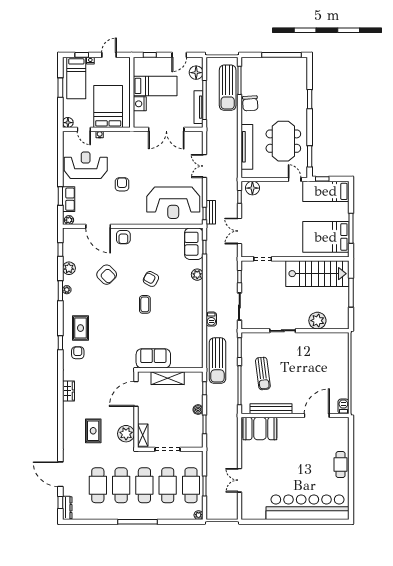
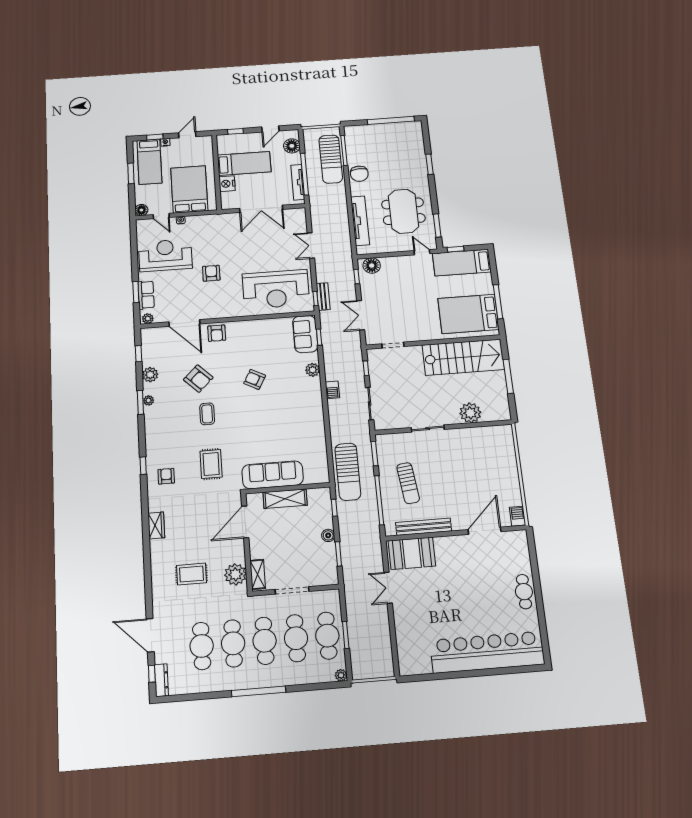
coffee table: (145, 304) -> (207, 414), moved
barbecue: (211, 319) -> (332, 390), moved
rug: (81, 328) -> (211, 464), moved
sofa: (153, 358) -> (273, 475), width x1.36
rug: (93, 431) -> (191, 574), turned 90
double door: (239, 480) -> (388, 588), moved

